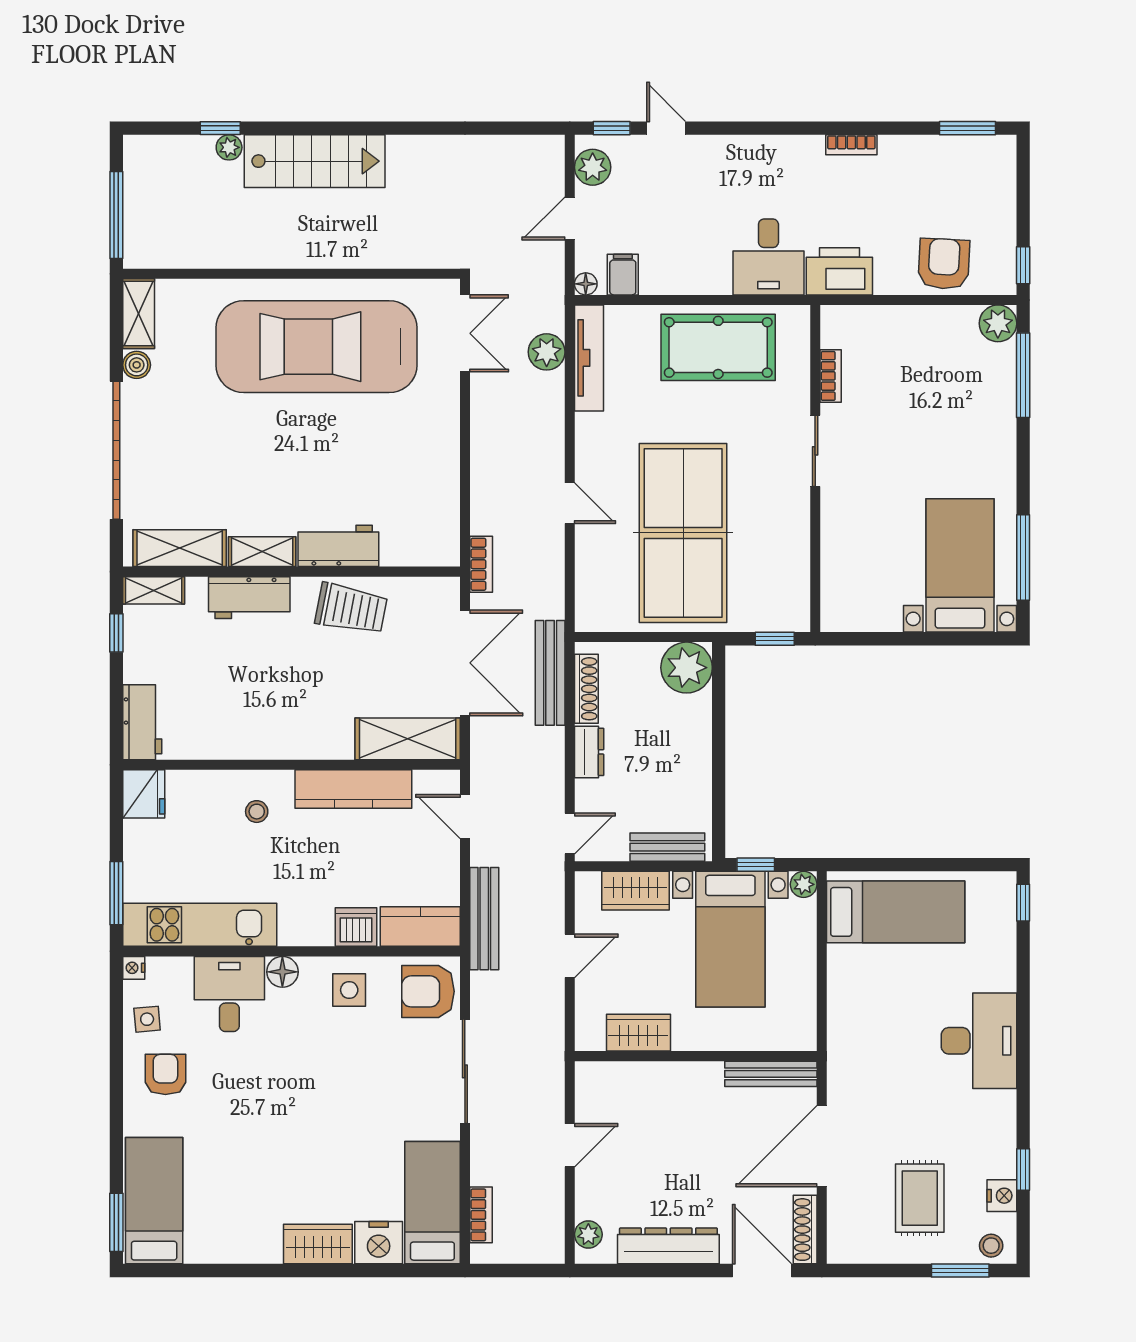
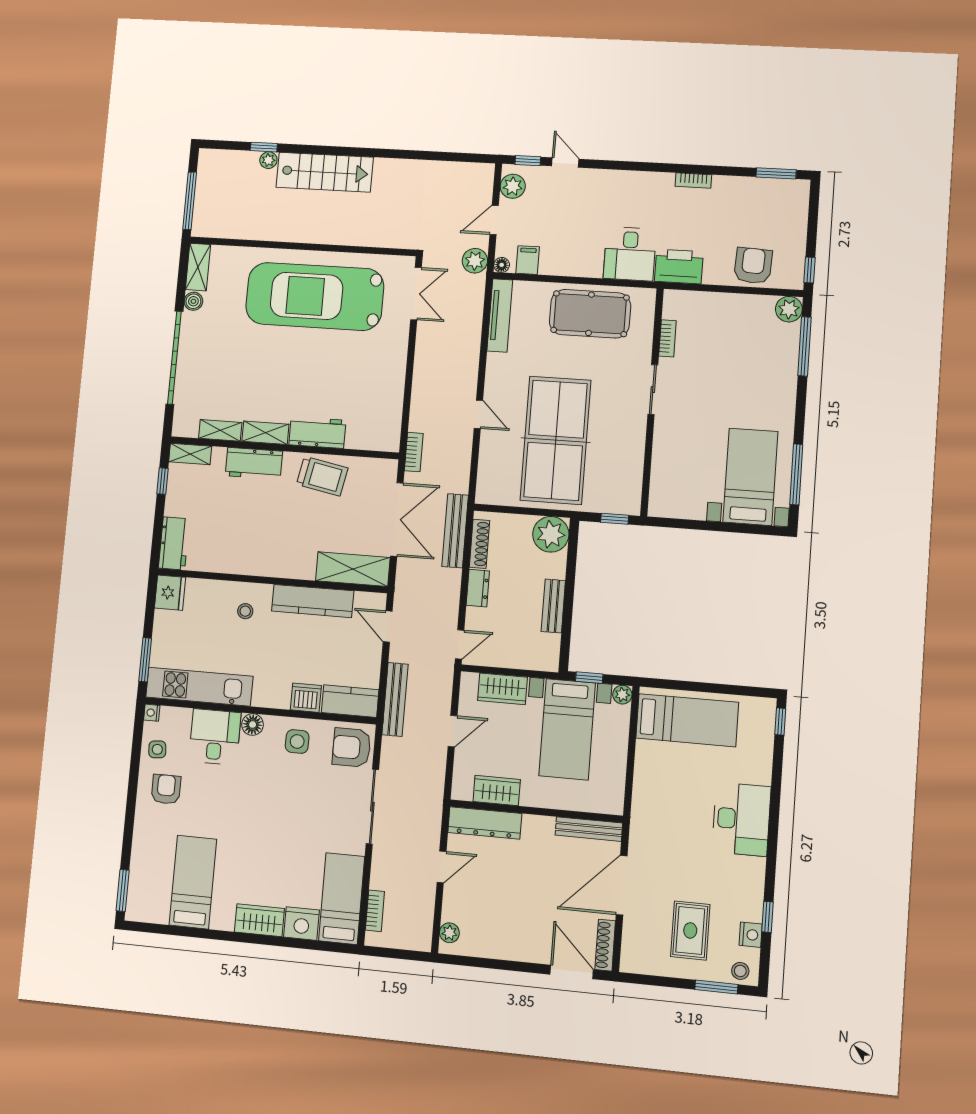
plant: (547, 352) -> (475, 261), moved
shelving: (180, 548) -> (220, 430), width x0.67, depth x0.75
bench: (667, 847) -> (553, 606), moved, turned 90
bed: (154, 1201) -> (193, 882), moved
dresser: (668, 1246) -> (485, 823), moved, turned 180

